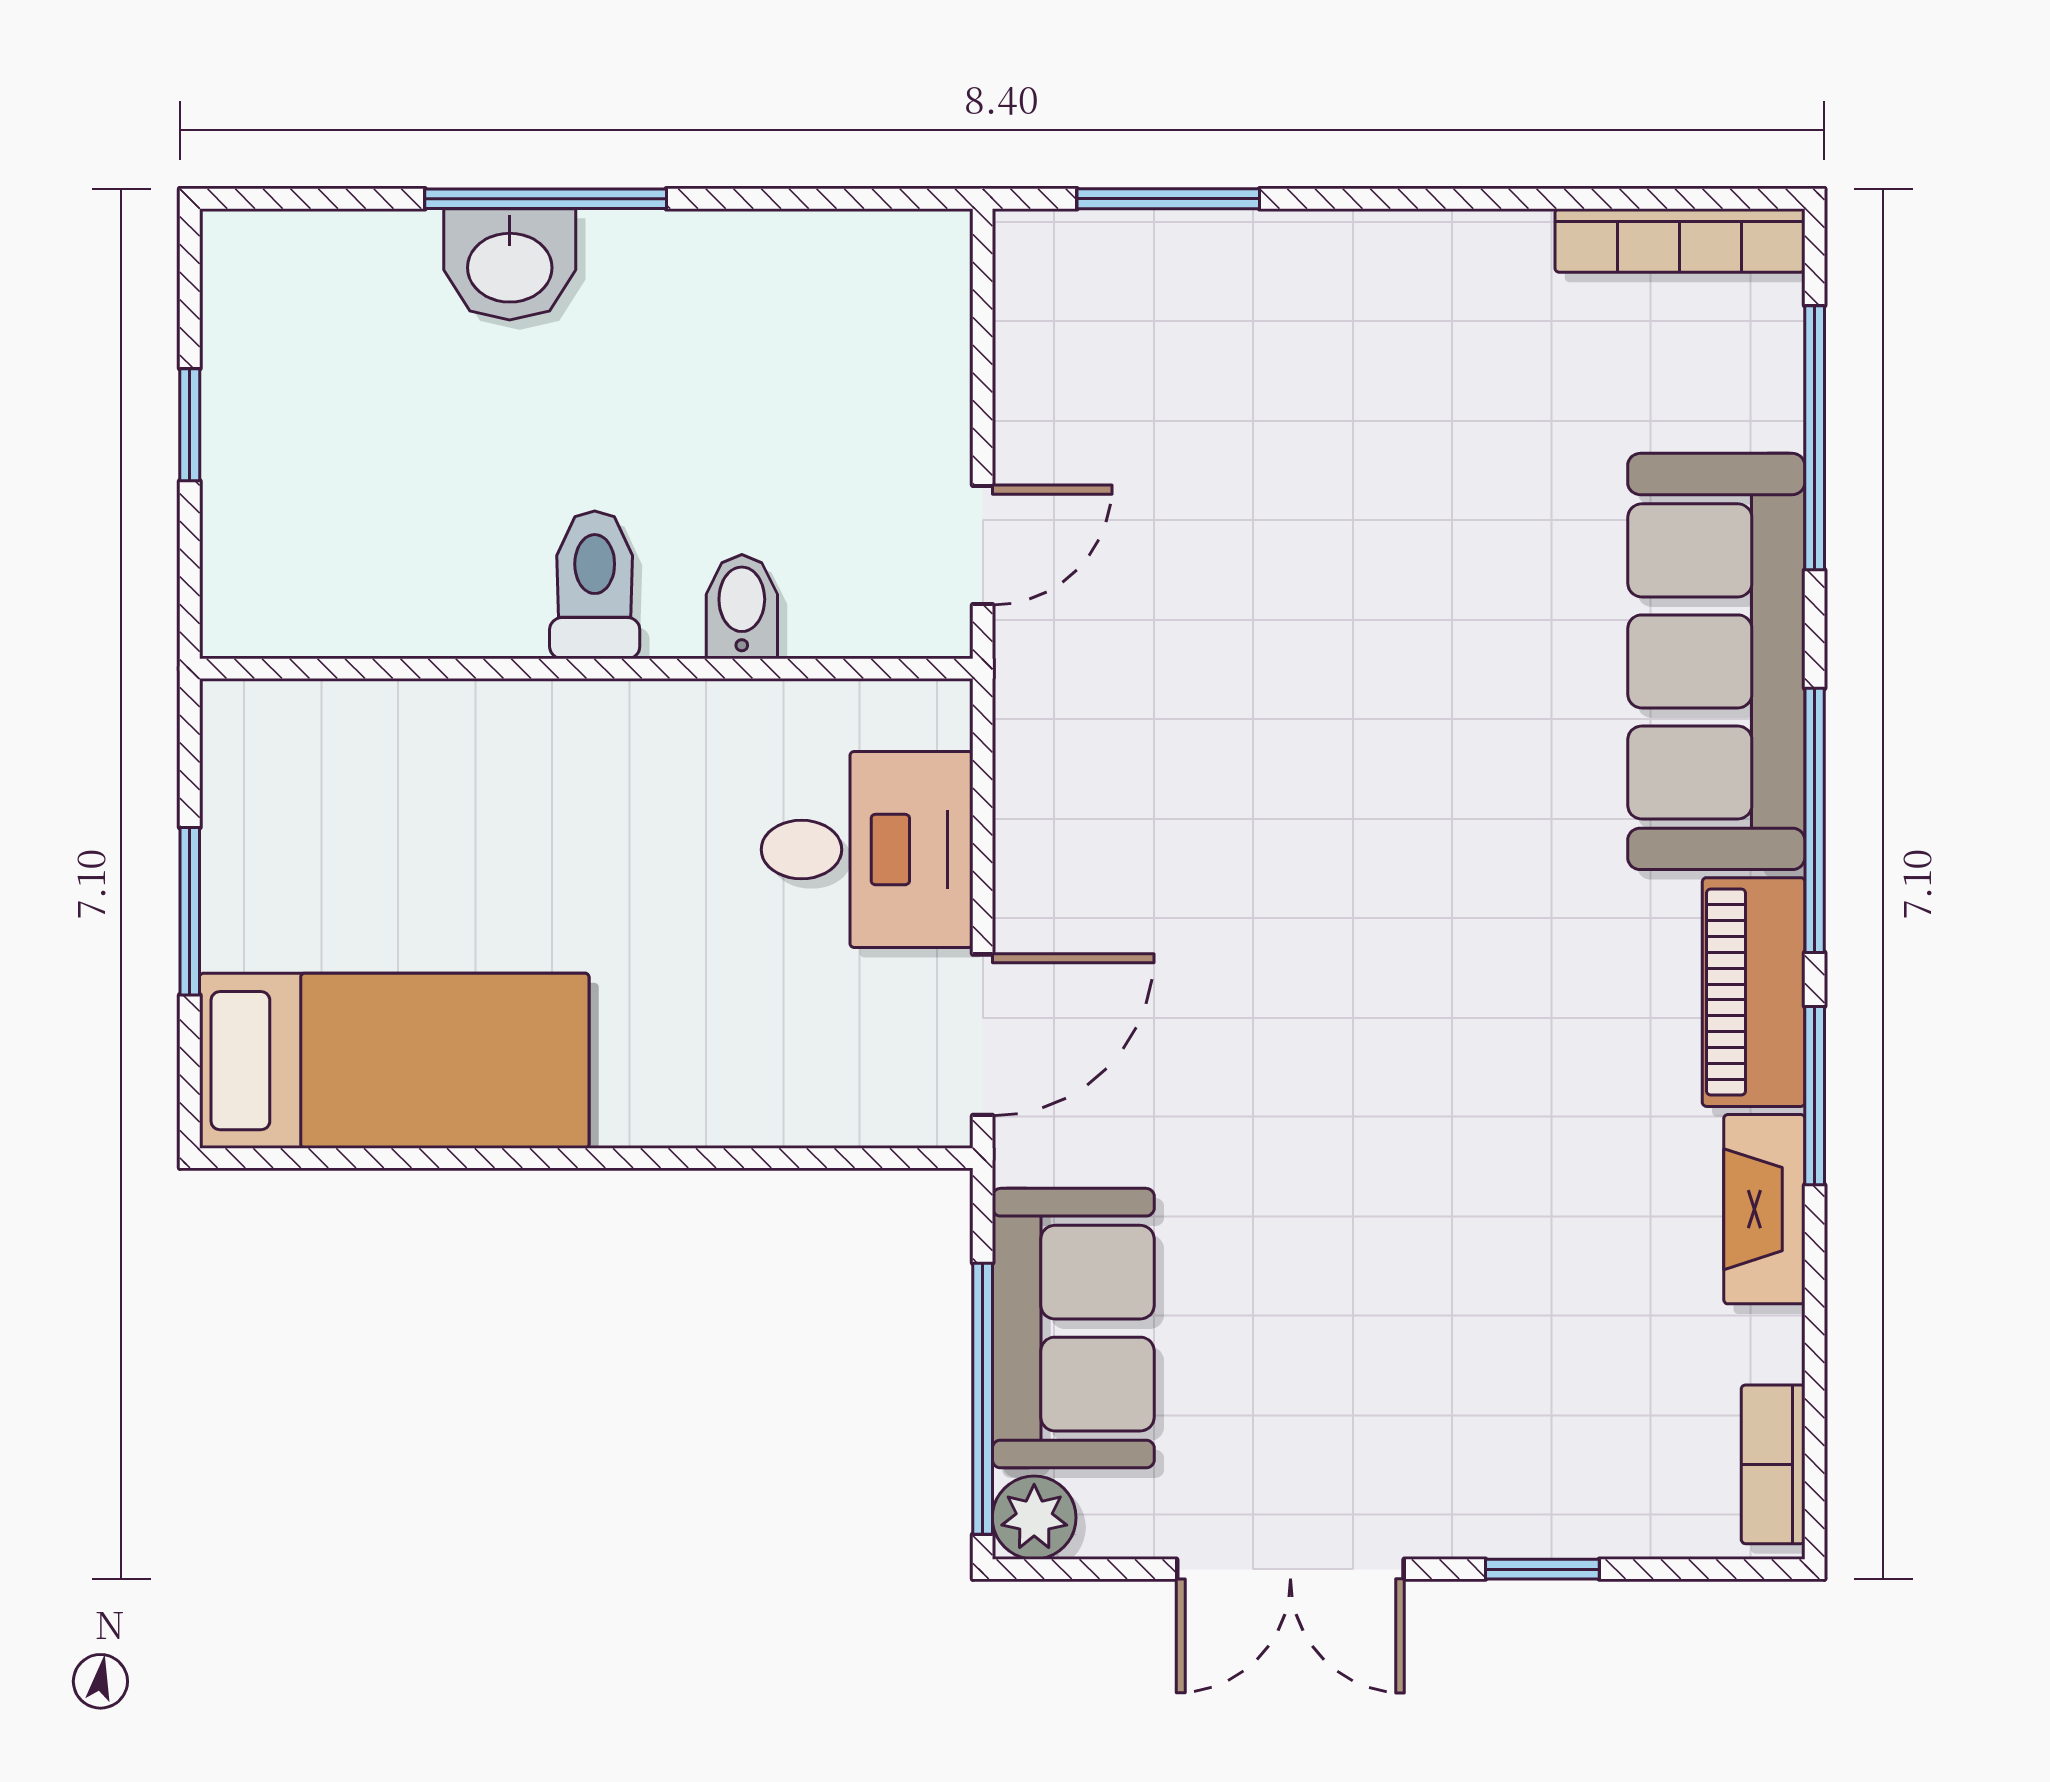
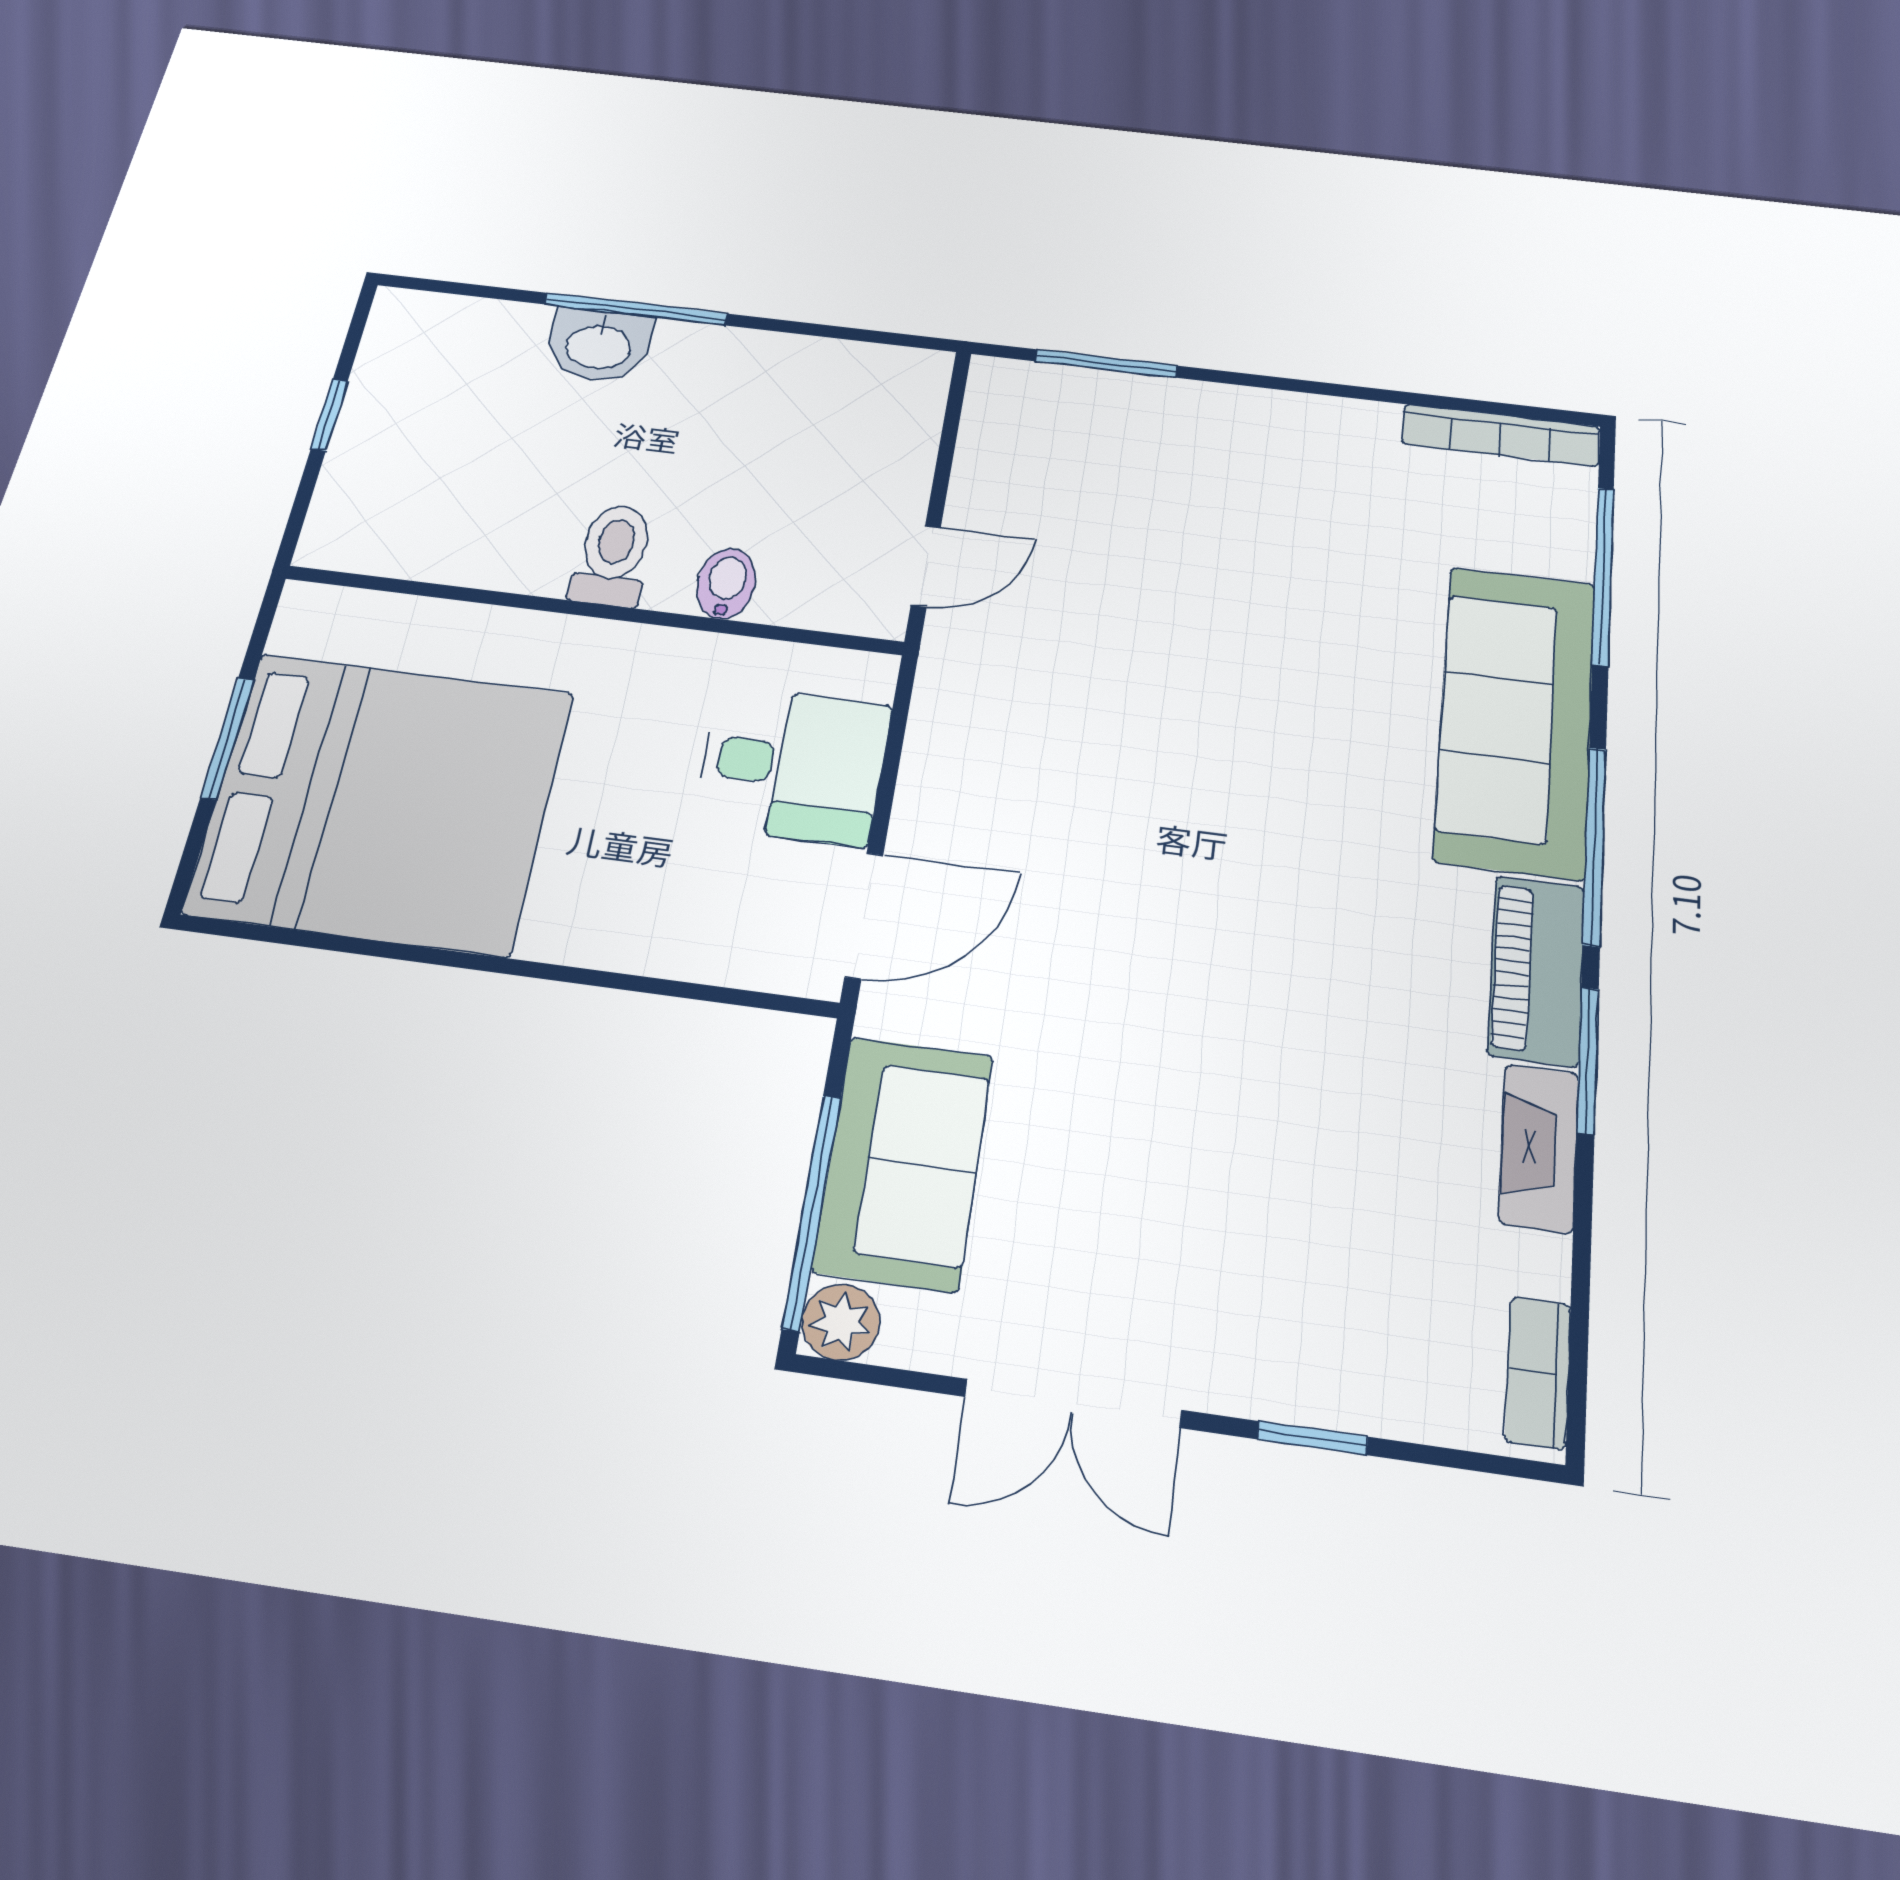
bed: (394, 1061) -> (382, 802), width x2.04

